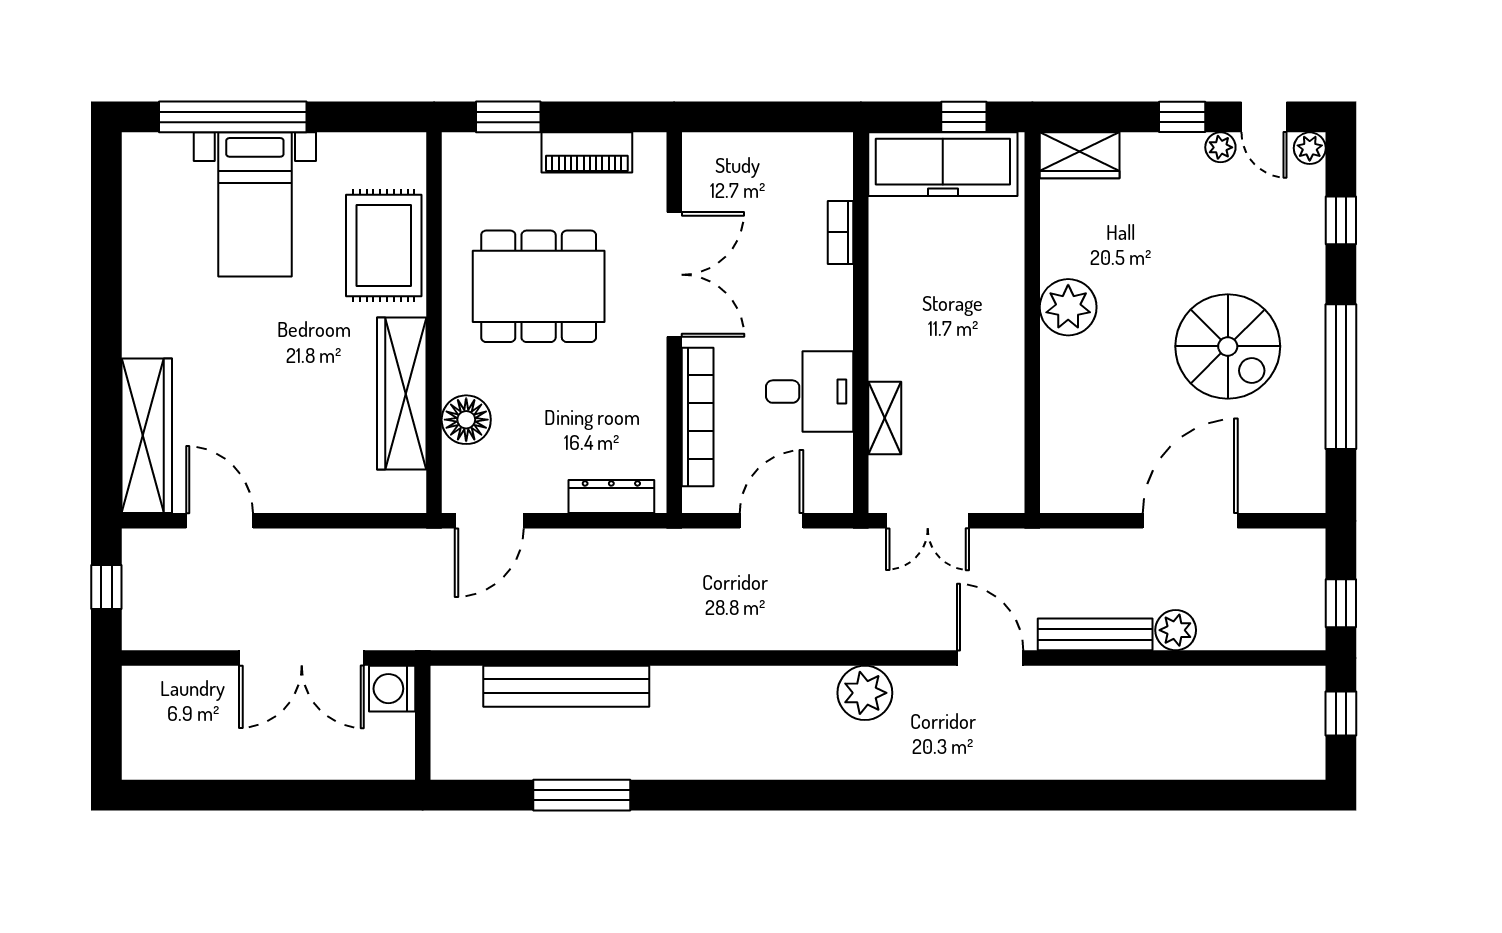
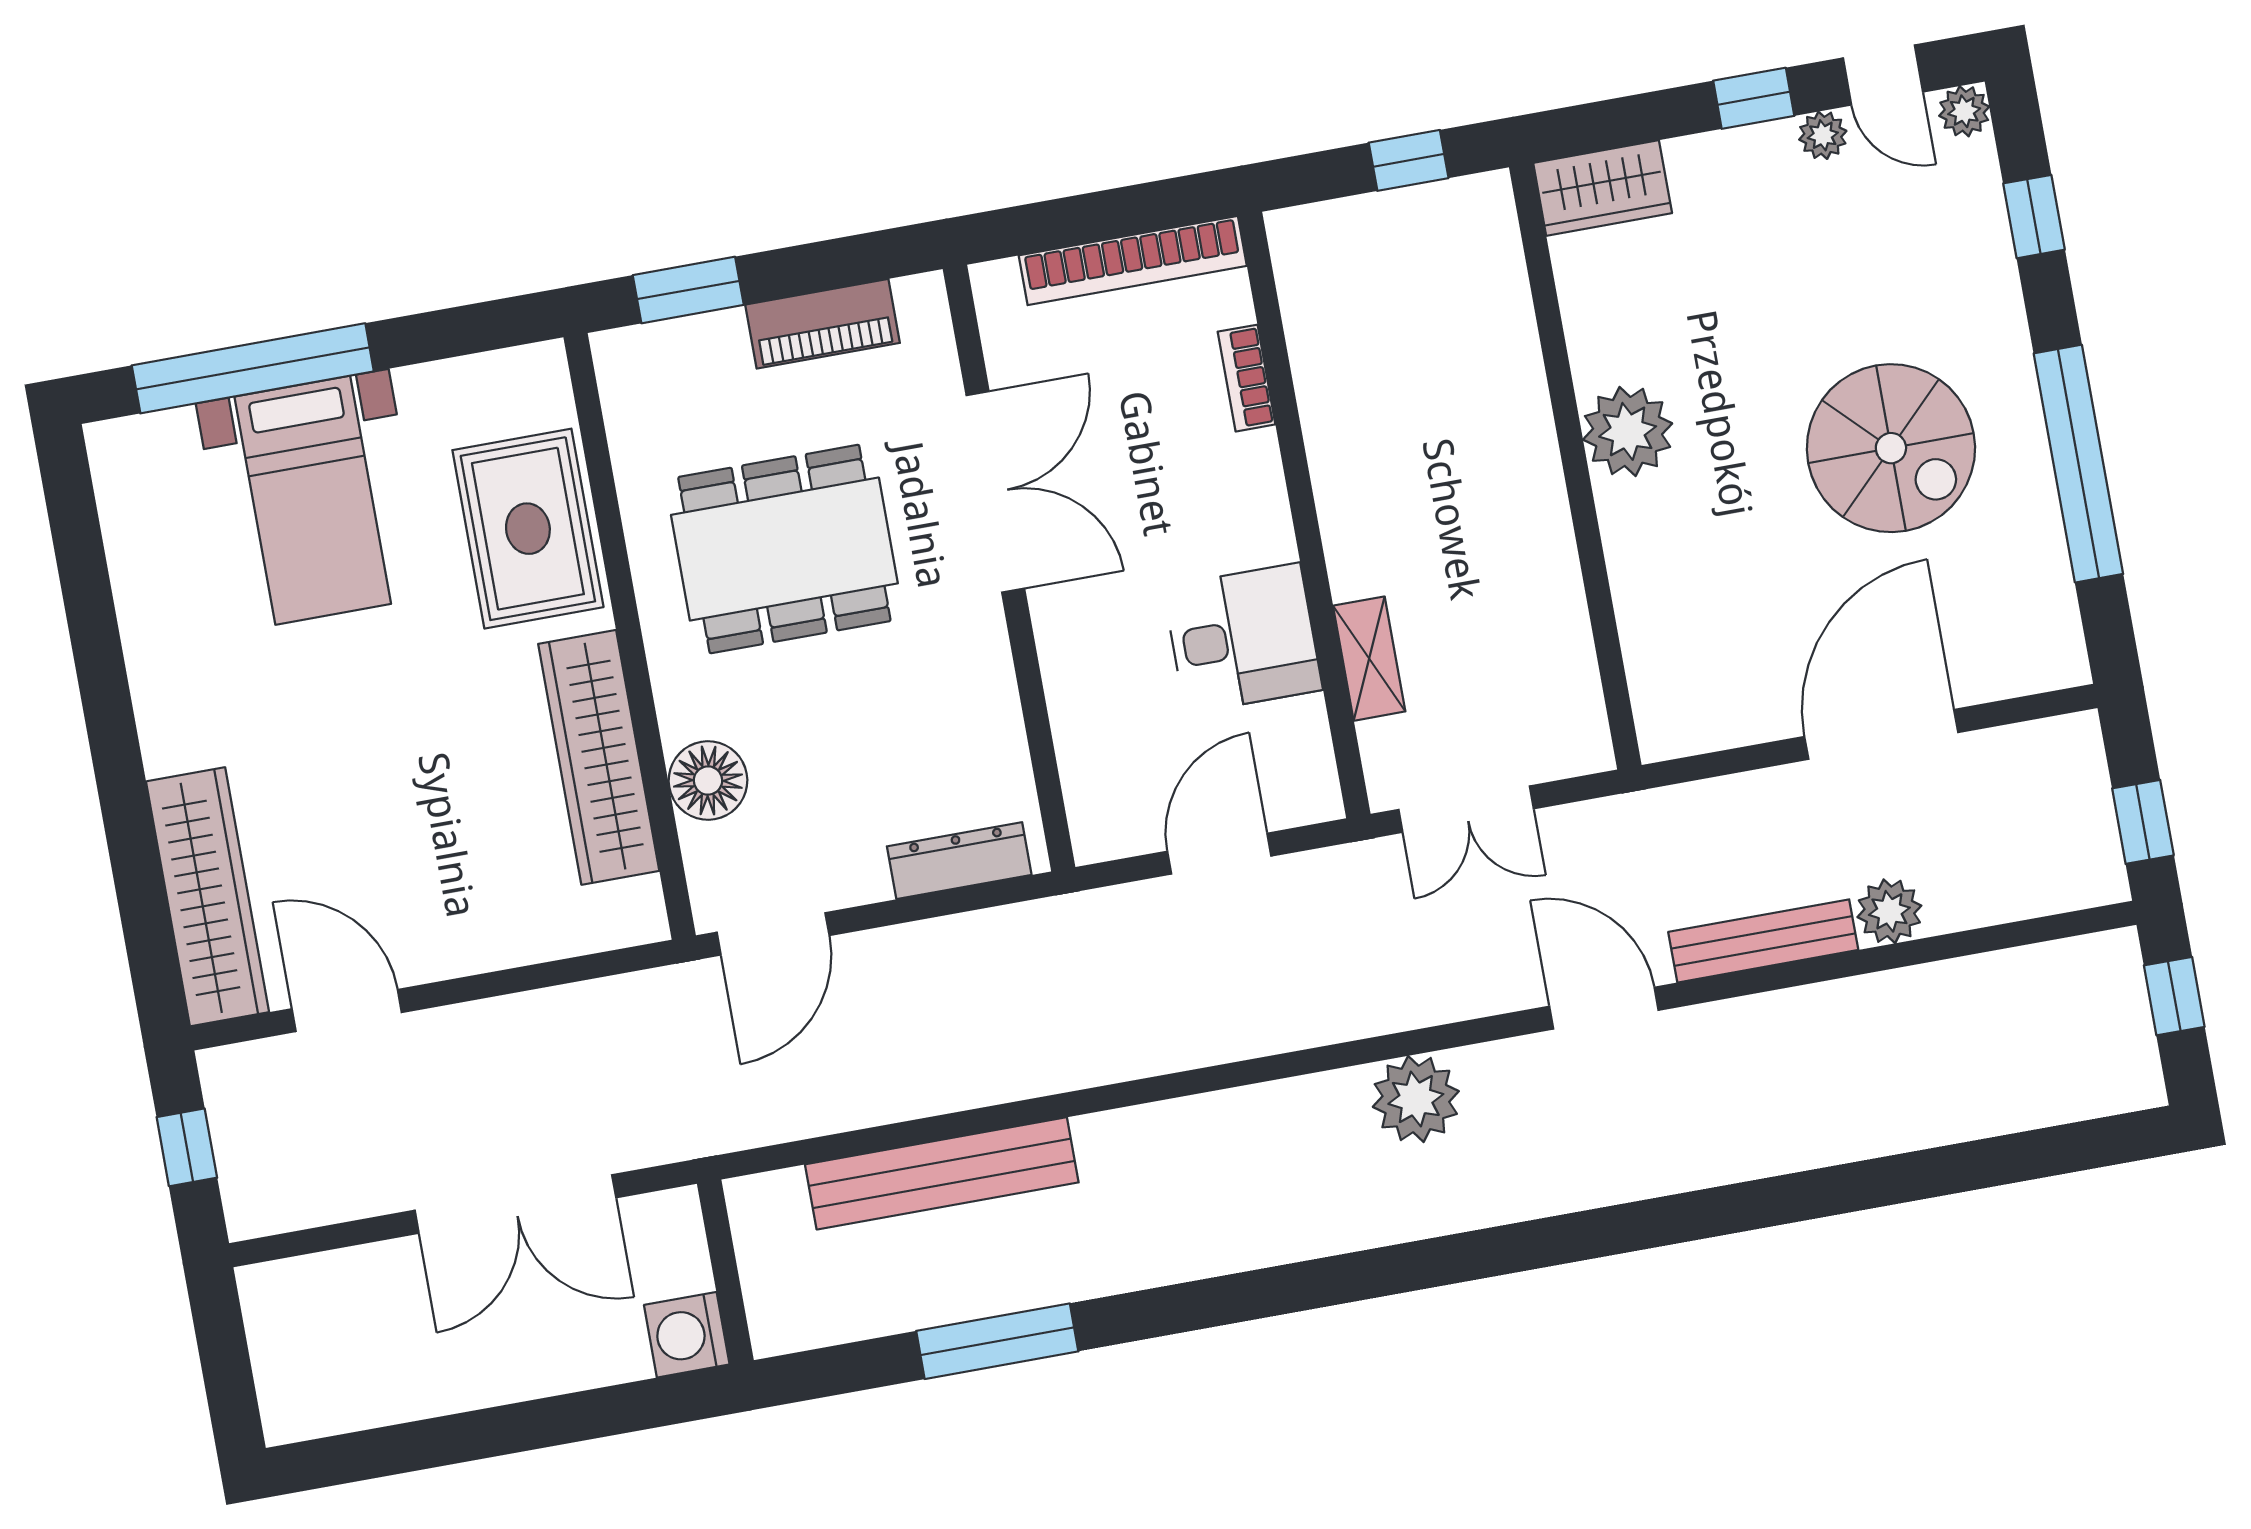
freezer: (943, 164) -> (1389, 241), removed
bookcase: (698, 417) -> (1133, 261), moved, turned 90
washing machine: (392, 689) -> (687, 1335), moved

